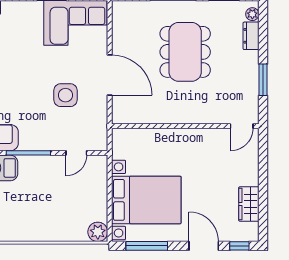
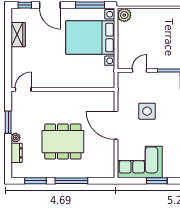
plant: (252, 14) -> (16, 138), moved
dining table: (185, 52) -> (63, 142), turned 90

